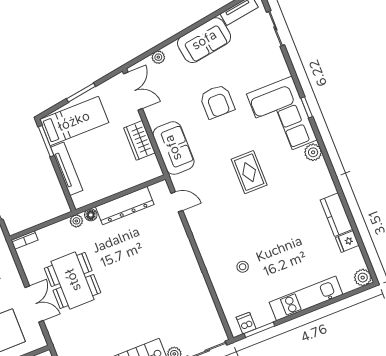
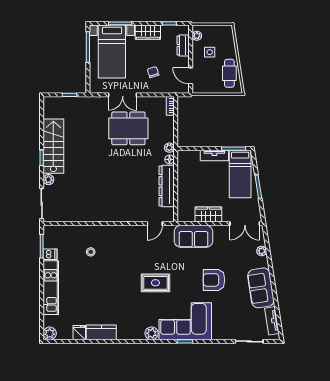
tv unit: (67, 169) -> (214, 155), width x0.71
dishwasher: (246, 323) -> (50, 254), moved

